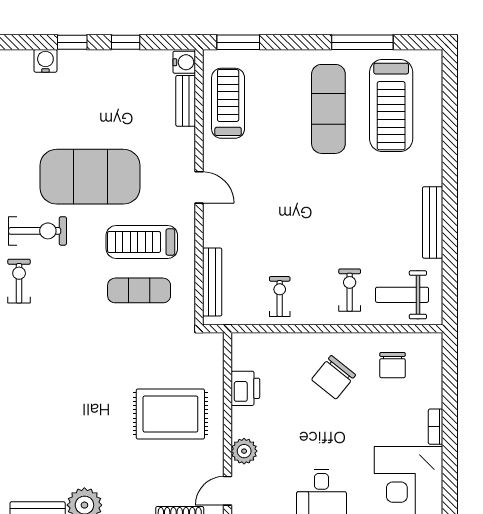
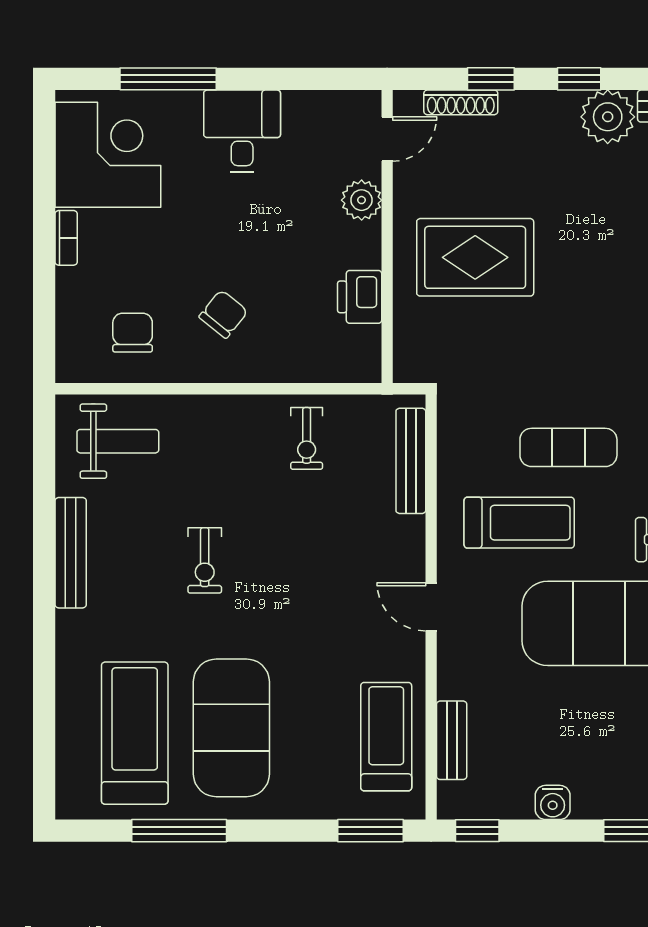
window: (126, 42) -> (477, 831), moved
water cooler: (184, 62) -> (553, 802), moved, turned -90
treadmill: (228, 103) -> (386, 737), turned 180
exercise mat: (328, 109) -> (231, 728), width x1.47
exercise mat: (139, 290) -> (568, 447), moved
exercise bike: (350, 290) -> (205, 560), moved
chair: (334, 377) -> (223, 314), width x0.73, depth x0.73

